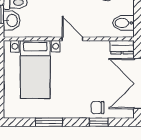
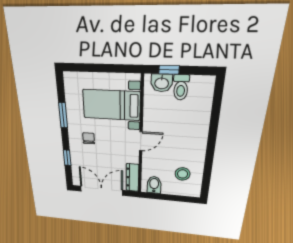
dresser: (122, 47) -> (132, 178), width x1.44
chair: (98, 108) -> (89, 138), moved

